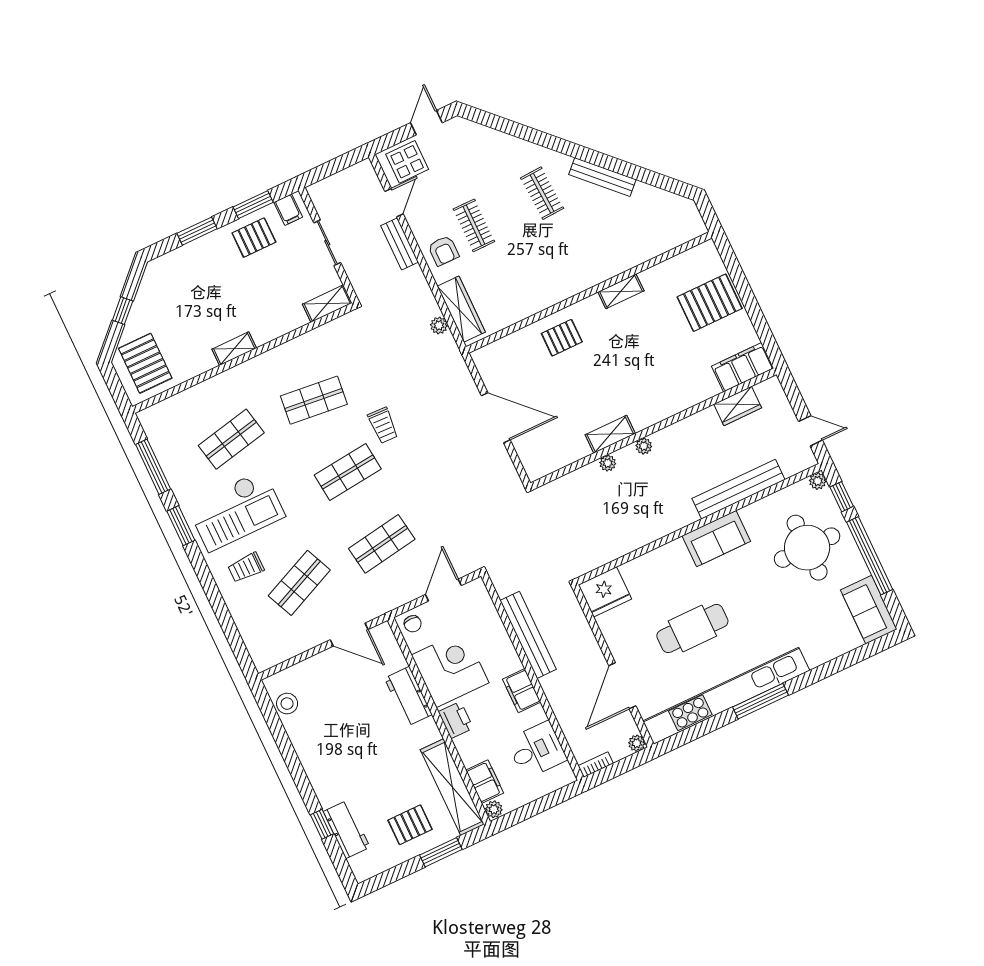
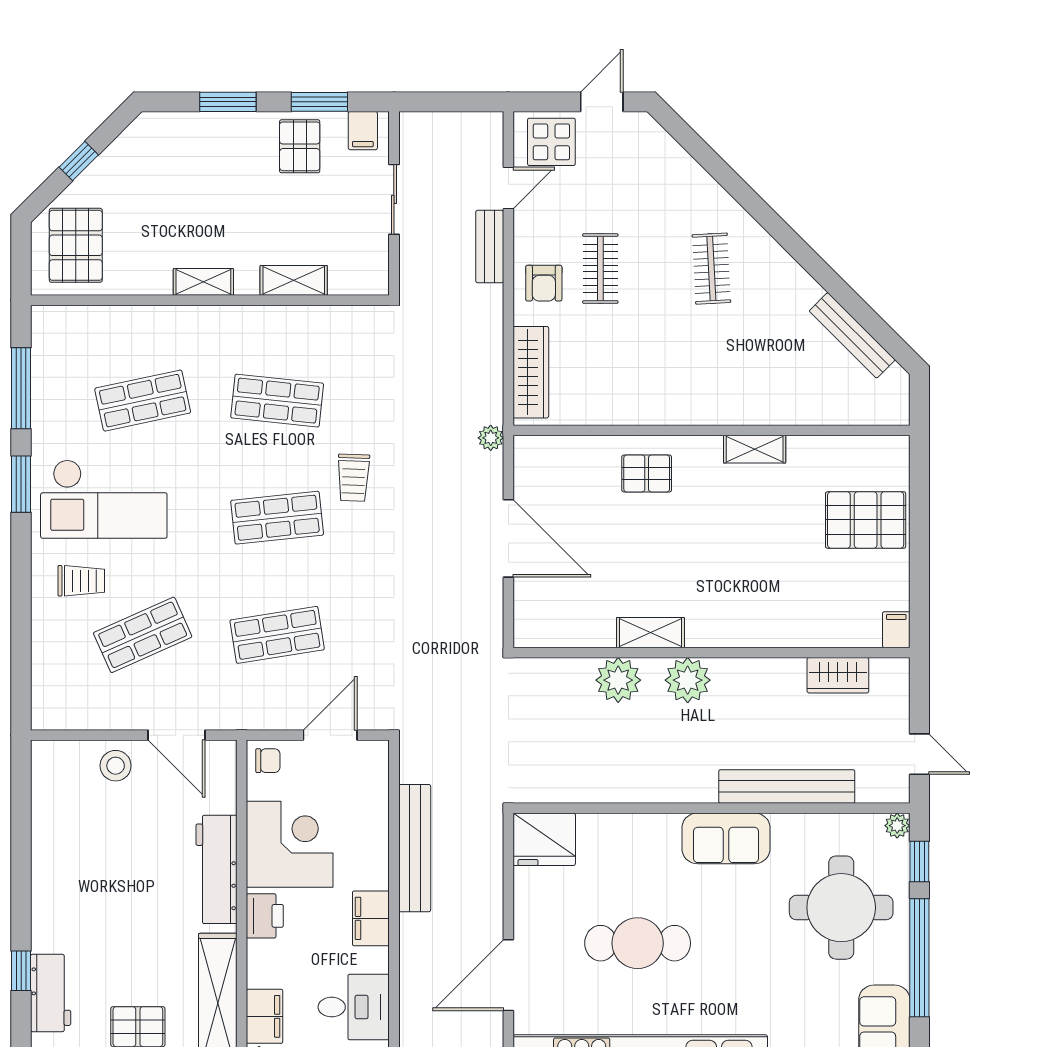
bench: (602, 177) -> (852, 335), moved
pallet: (254, 238) -> (300, 146), turned 90
shelving: (327, 304) -> (294, 280), moved
plant: (439, 325) -> (491, 438), moved
filing cabinet: (743, 367) -> (896, 630), width x0.33, depth x0.86
plant: (644, 446) -> (688, 680), width x1.88, depth x1.88
plant: (608, 463) -> (618, 680), width x1.88, depth x1.88
trolley: (246, 568) -> (81, 581), turned 180
chair: (413, 624) -> (268, 761), turned -90
workbench: (408, 696) -> (216, 869), width x1.38
stool: (287, 704) -> (116, 766), moved

